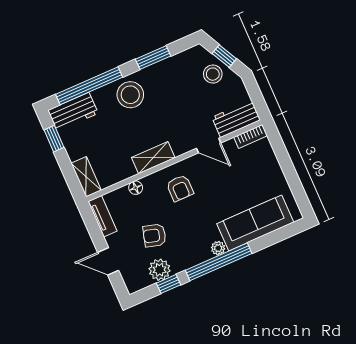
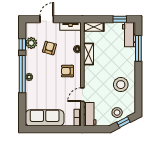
window: (153, 58) -> (138, 86), removed
window: (89, 86) -> (138, 48), width x0.68
stool: (130, 95) -> (121, 85), moved
shelving: (153, 158) -> (88, 54), moved
sofa: (255, 223) -> (45, 118), moved, turned -90

